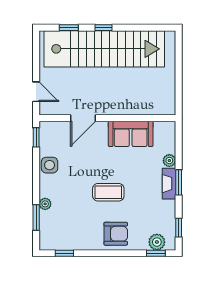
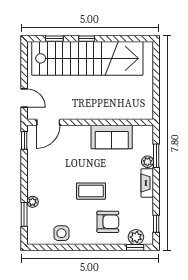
door: (83, 118) -> (48, 122), moved
side table: (50, 165) -> (61, 233), moved
window: (179, 182) -> (156, 156), moved
armchair: (116, 234) -> (108, 222), moved
window: (64, 253) -> (50, 247), removed

